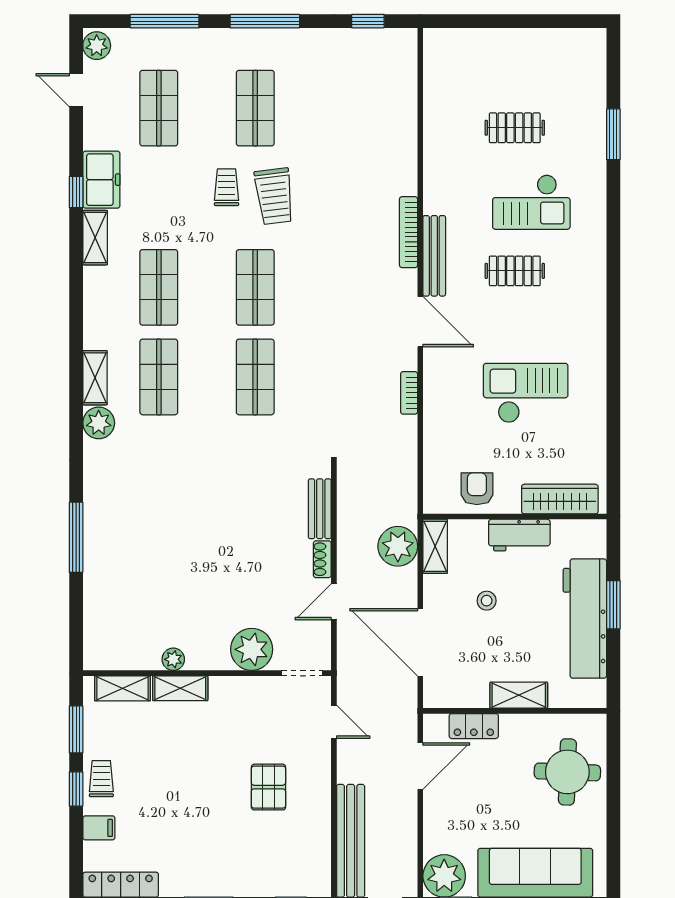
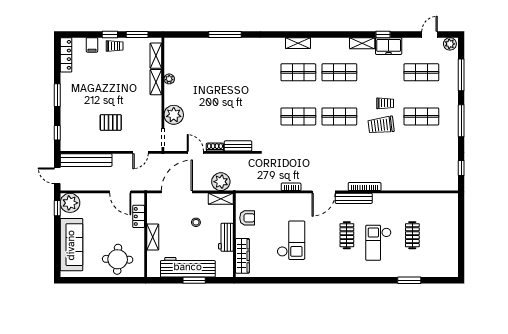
plant: (99, 423) -> (277, 45), removed

